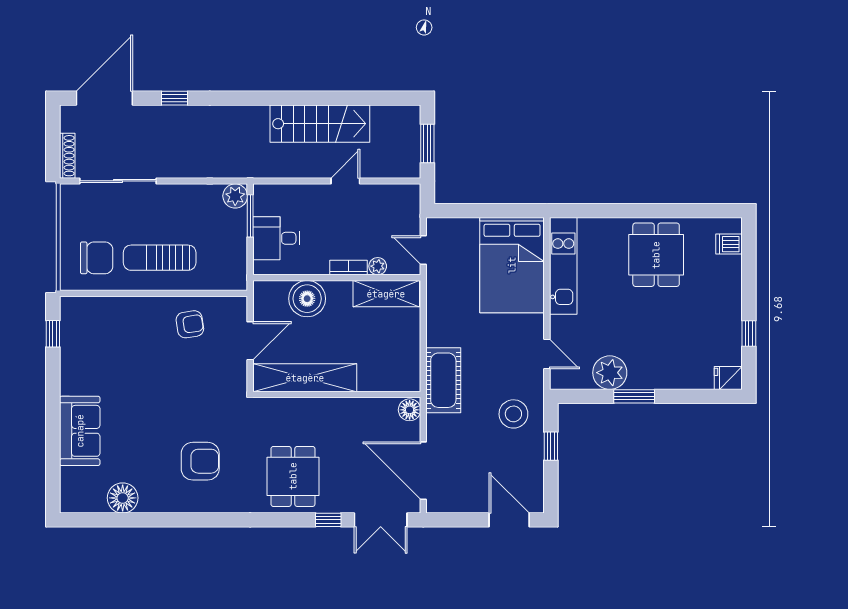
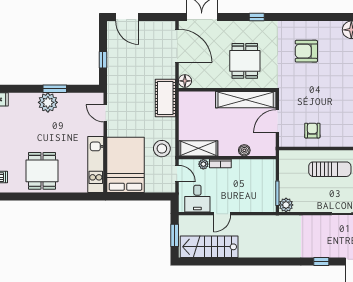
stairs: (320, 124) -> (209, 247), moved
desk: (276, 238) -> (197, 199), moved, turned 90
boiler: (307, 299) -> (244, 150), width x0.54, depth x0.54
armchair: (190, 324) -> (312, 131), turned 99
plant: (610, 373) -> (48, 102), moved
stool: (513, 414) -> (162, 149), moved
dining table: (293, 476) -> (245, 61), moved
window: (328, 520) -> (257, 17), moved

